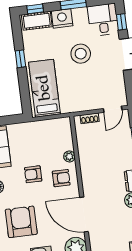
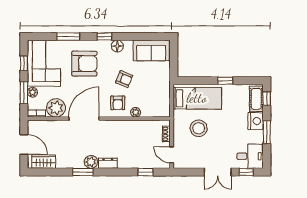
stool: (81, 54) -> (199, 128), moved
armchair: (33, 174) -> (124, 79), turned 112

